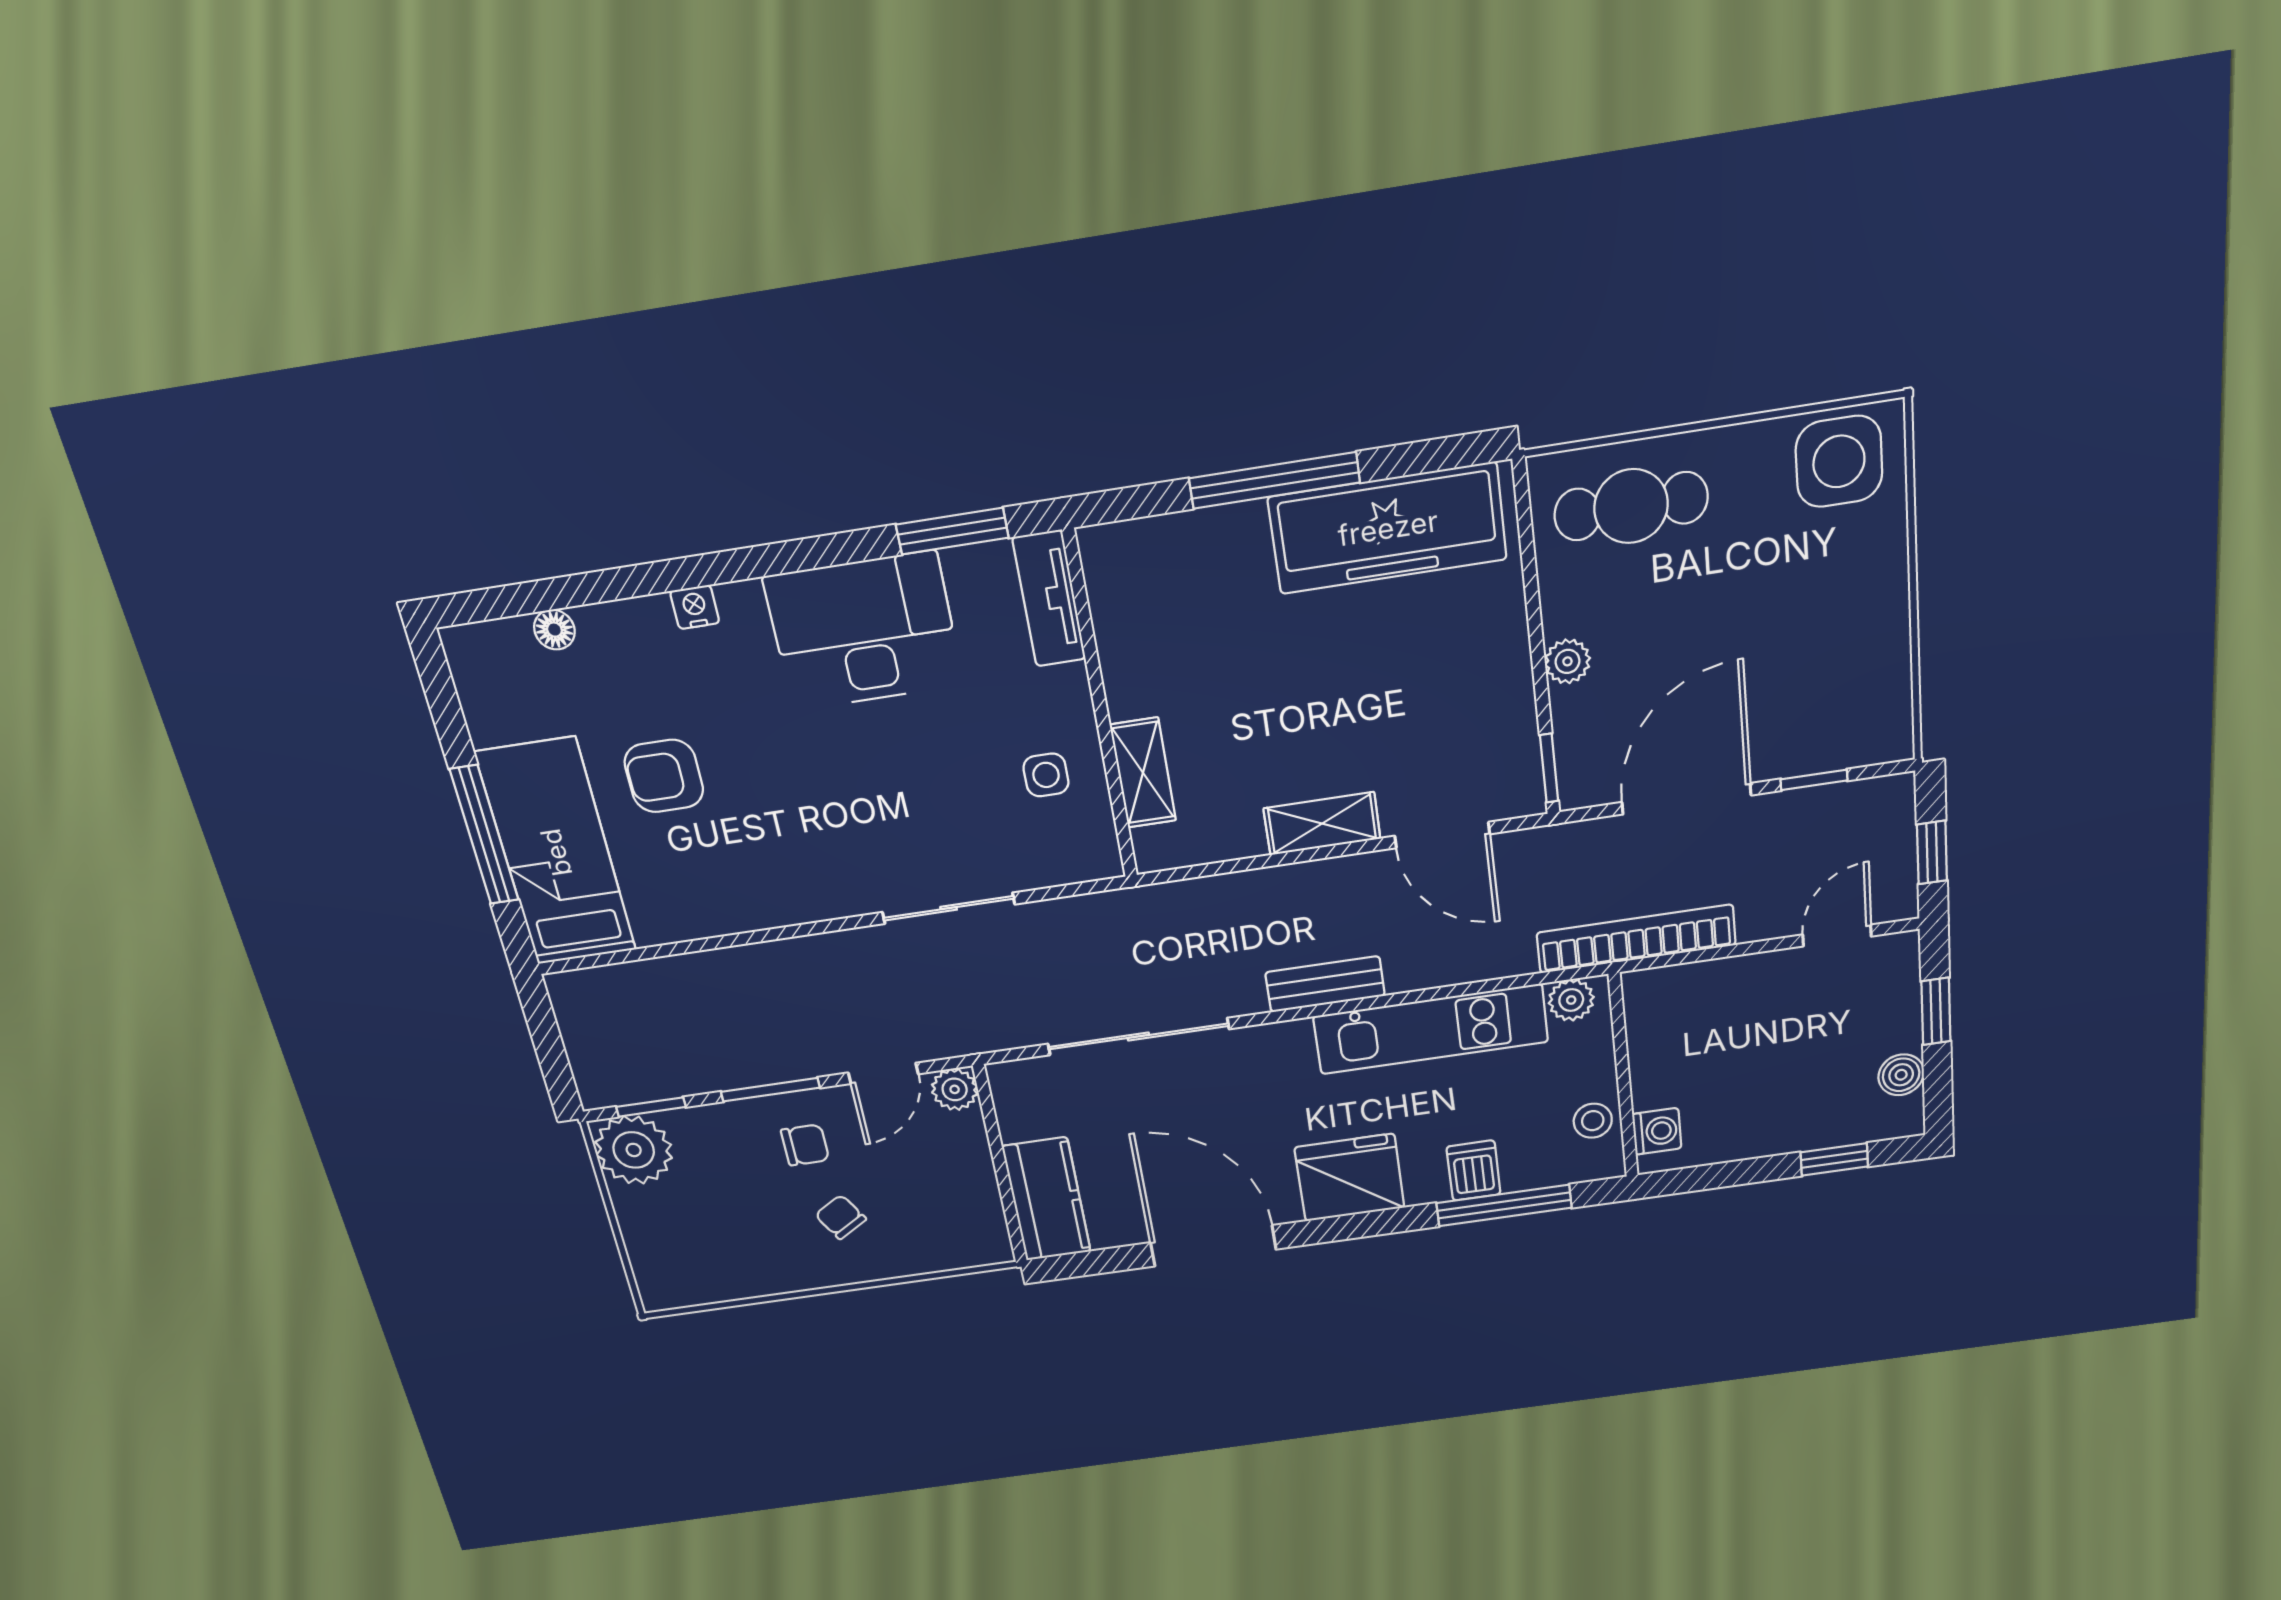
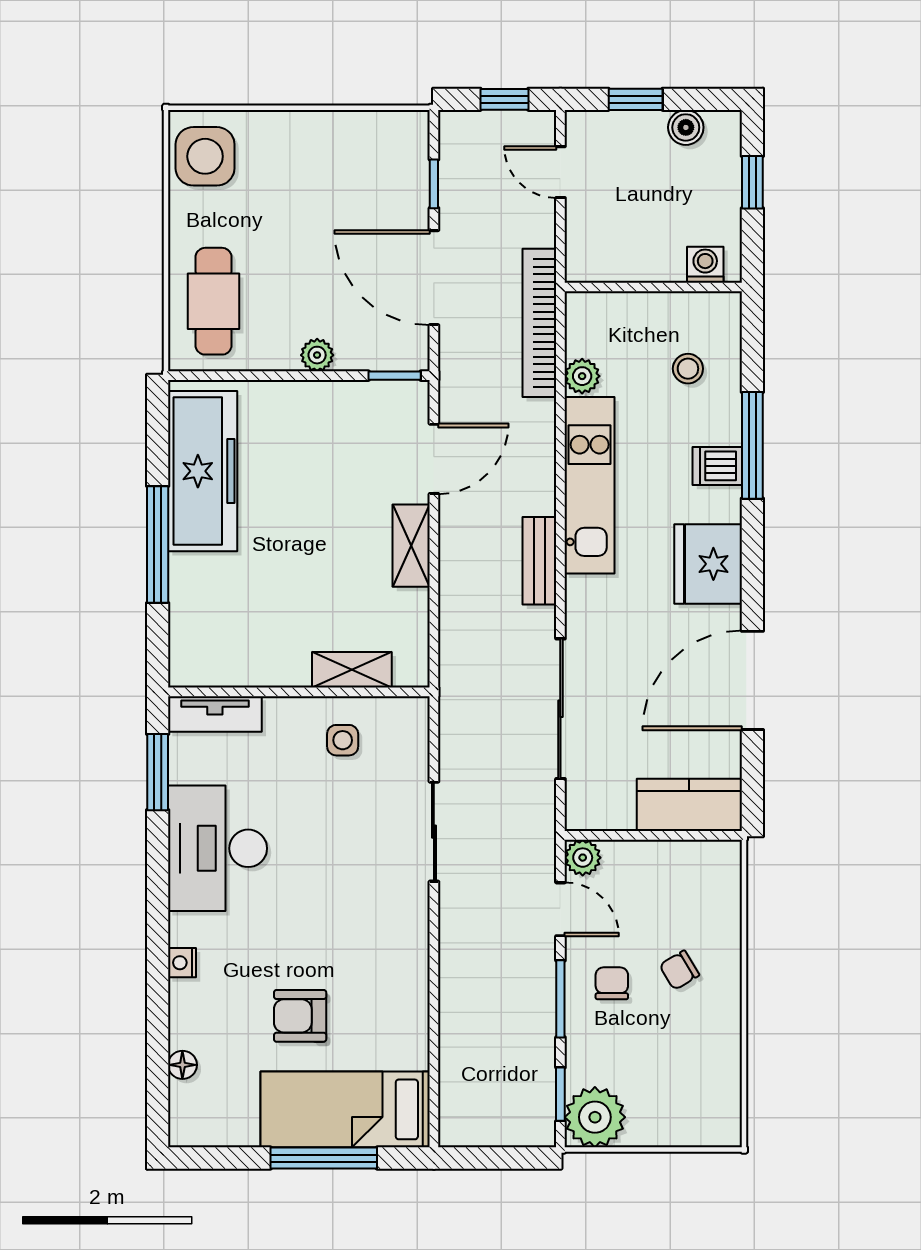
armchair: (664, 776) -> (300, 1016), turned 90
wall: (1623, 1076) -> (653, 287), moved
washing machine: (1657, 1131) -> (705, 265), moved

